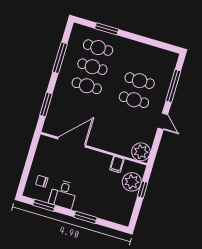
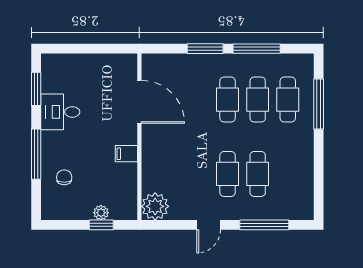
window: (107, 29) -> (319, 104), width x1.44
window: (46, 105) -> (205, 49), moved
filing cabinet: (117, 164) -> (126, 154), moved
chair: (42, 181) -> (64, 177), moved
plant: (132, 182) -> (101, 213), width x0.53, depth x0.53
window: (85, 217) -> (36, 154), width x1.44

